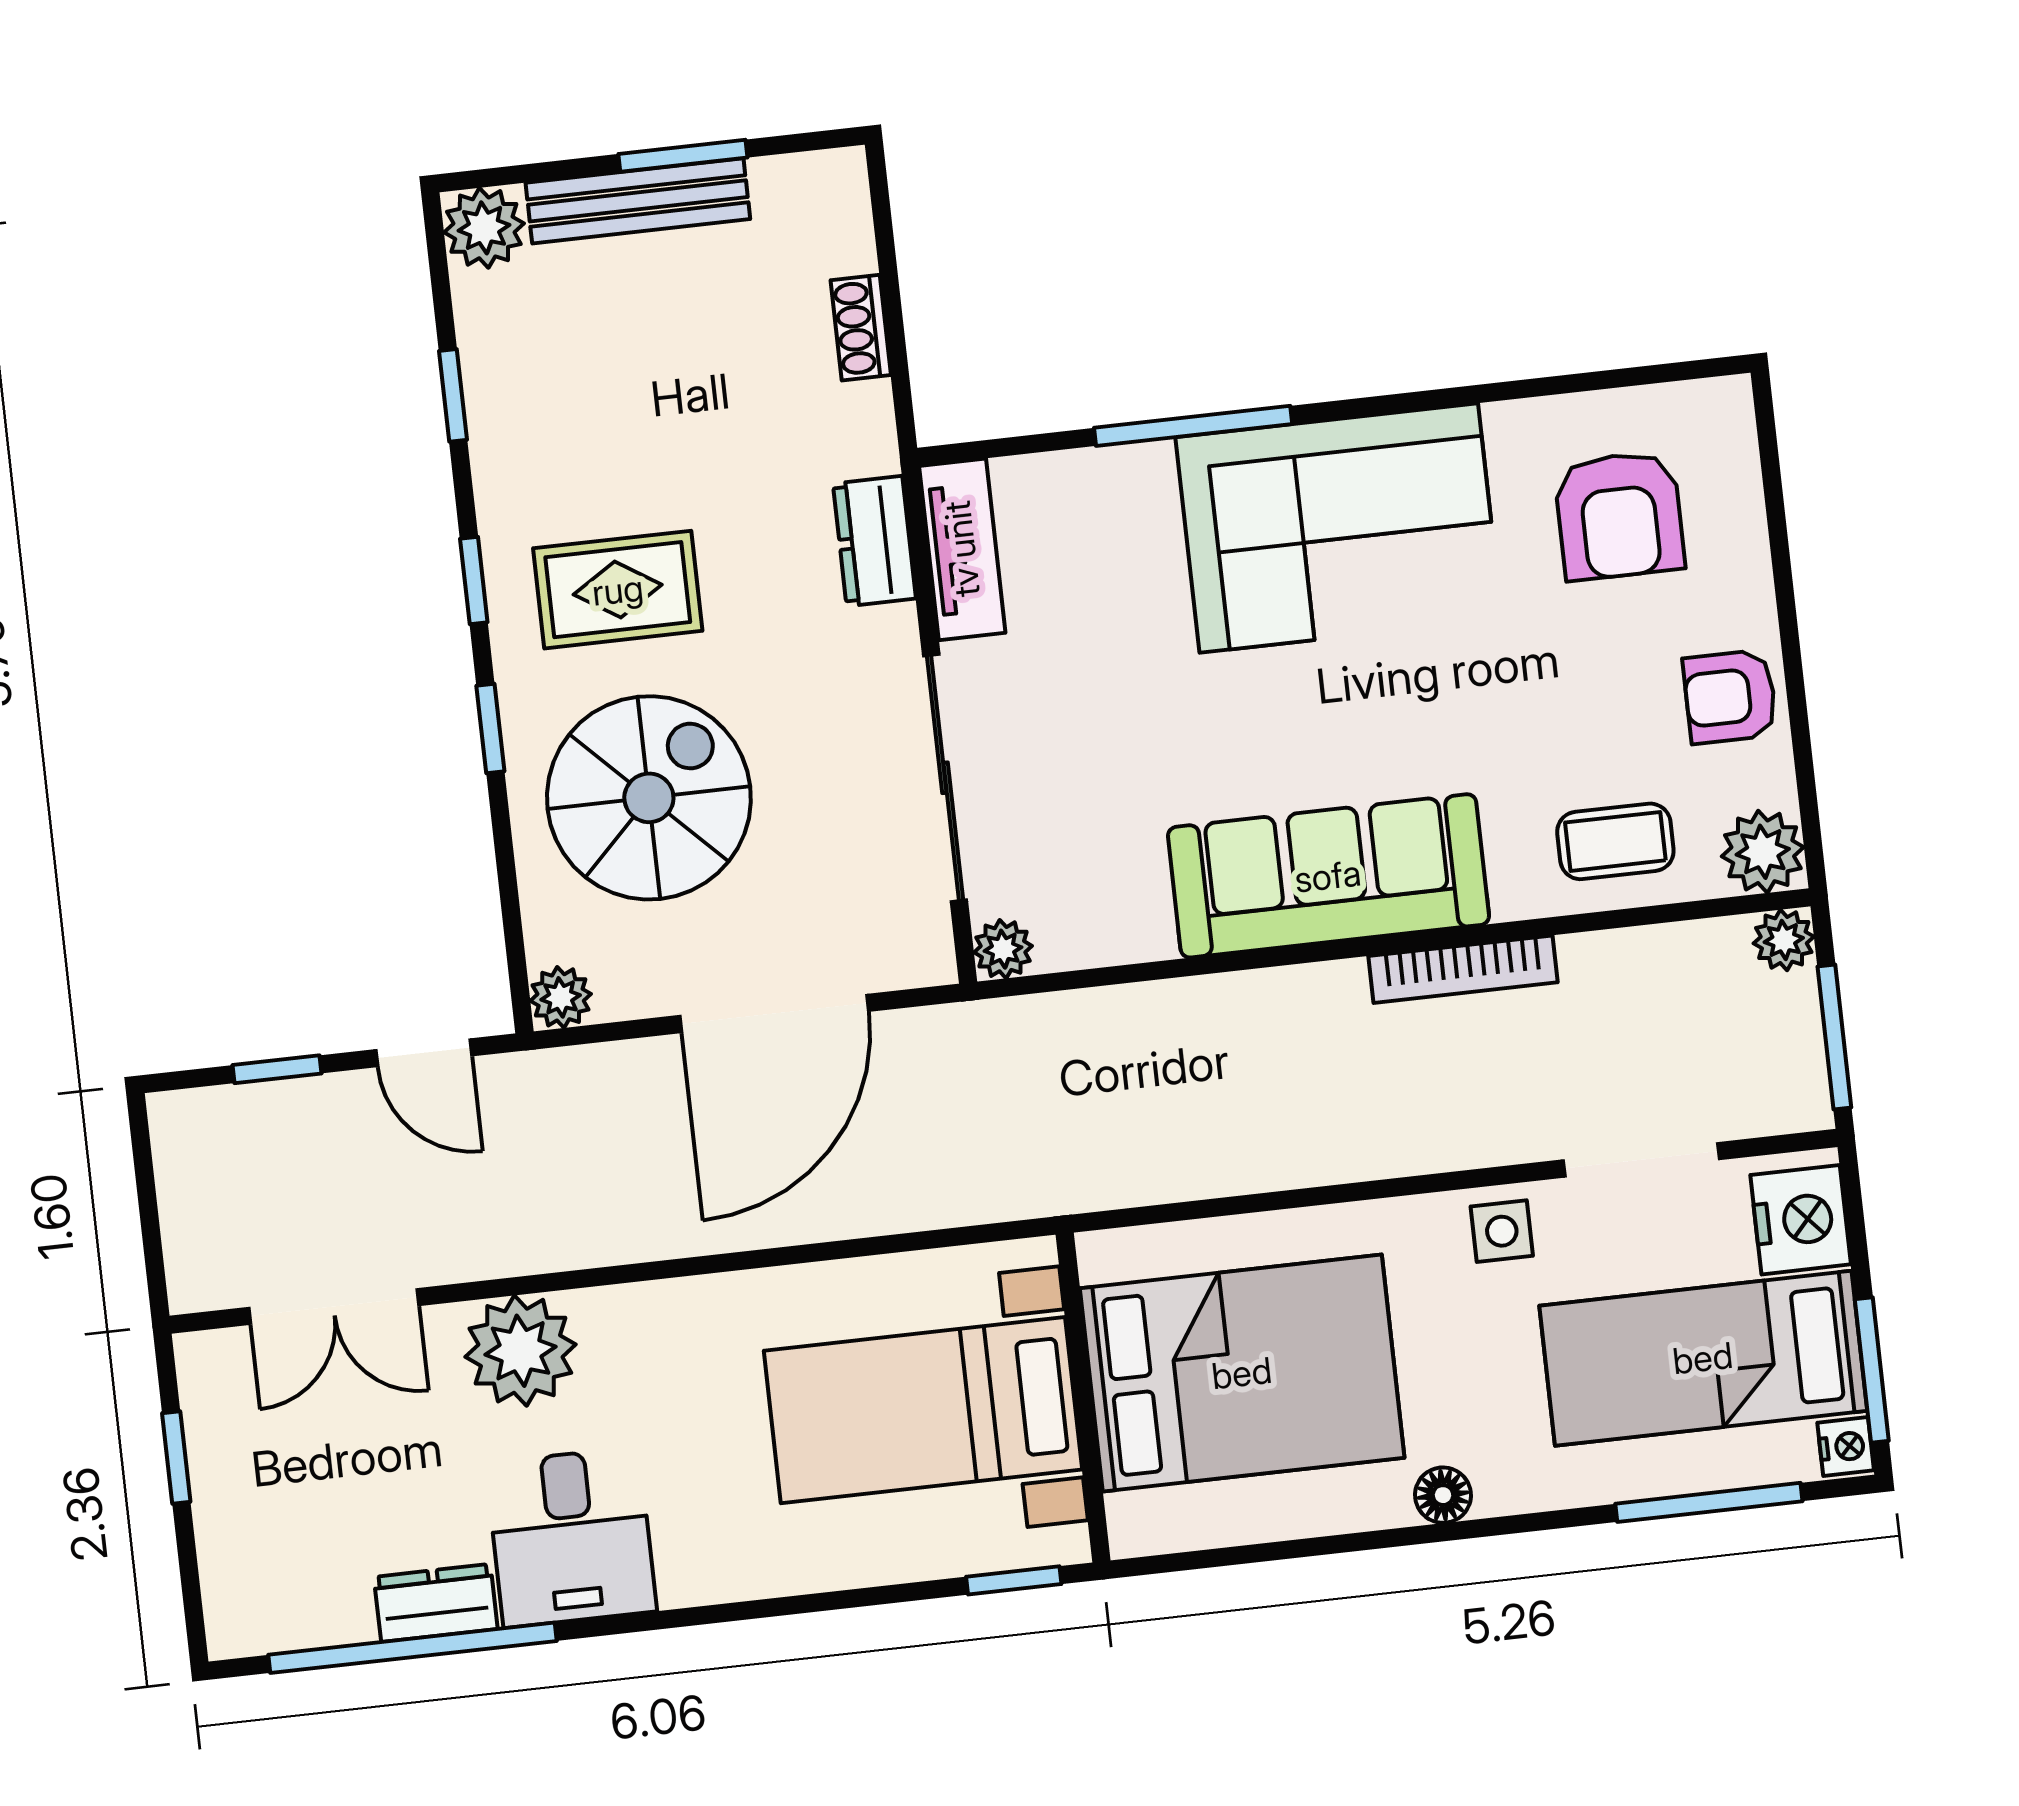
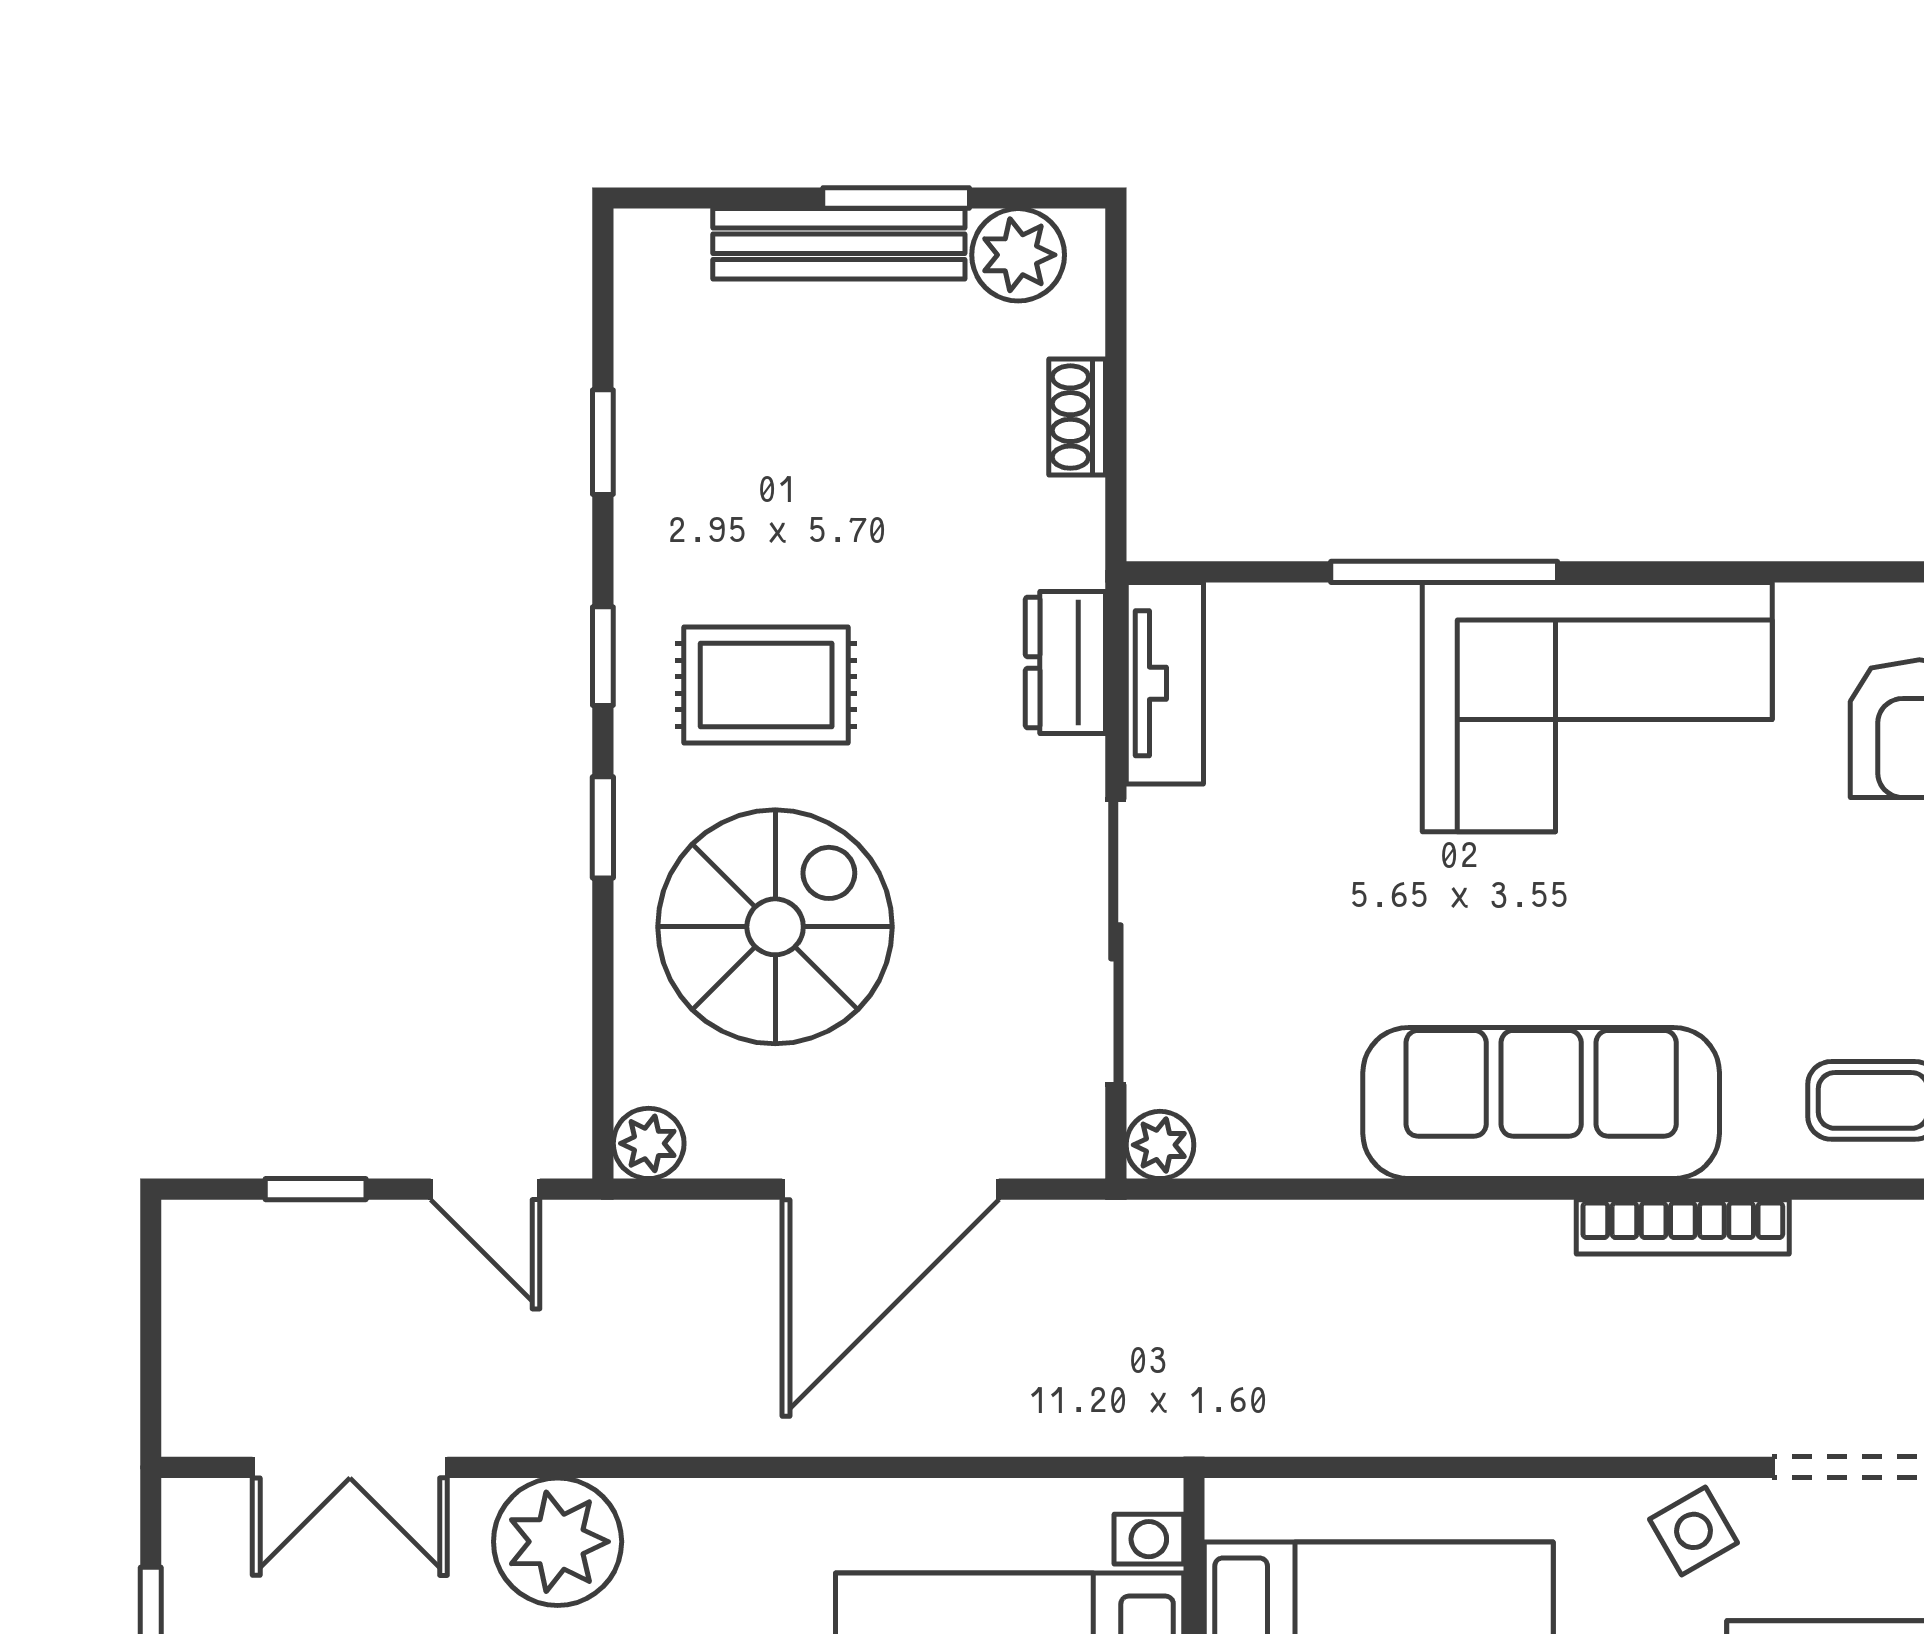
plant: (484, 228) -> (1018, 255), moved
side table: (1502, 1231) -> (1693, 1531), turned -30

